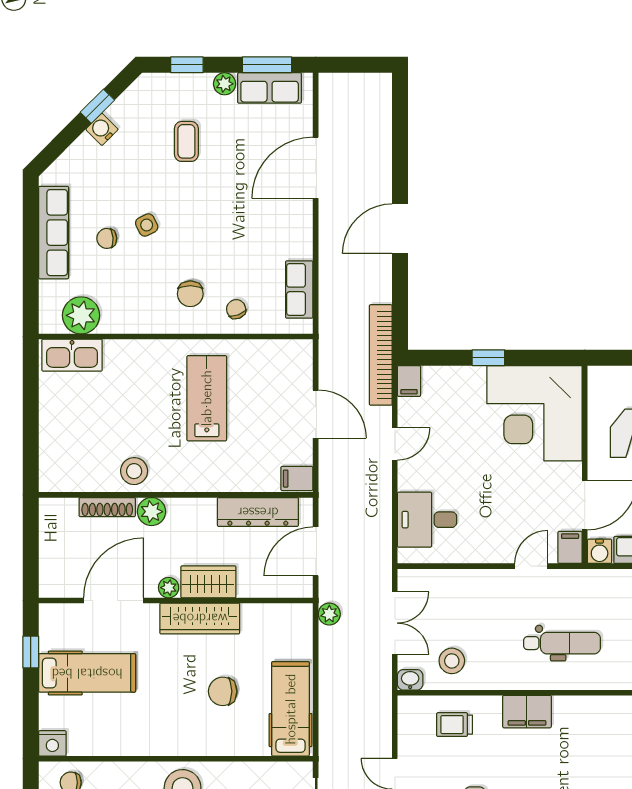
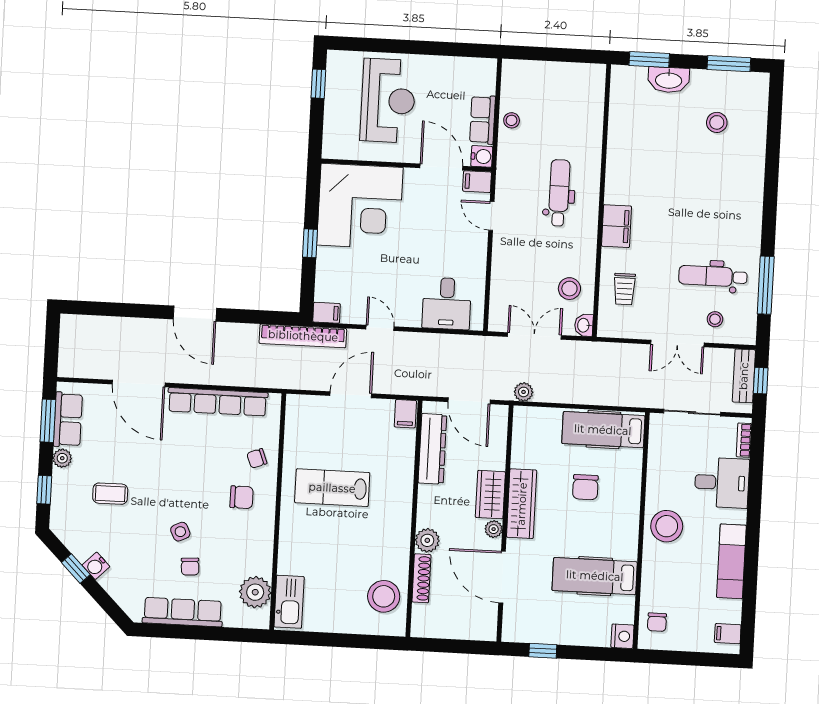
row of seats: (299, 289) -> (218, 402), width x2.02
stool: (134, 471) -> (384, 596), moved, width x1.38, depth x1.38
hospital bed: (87, 673) -> (595, 576), moved, turned -90

